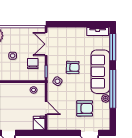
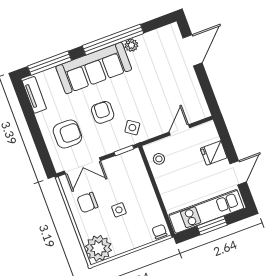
chair: (33, 63) -> (87, 202), moved
armchair: (85, 108) -> (67, 134), moved, turned 90
fridge: (39, 123) -> (214, 153), moved

